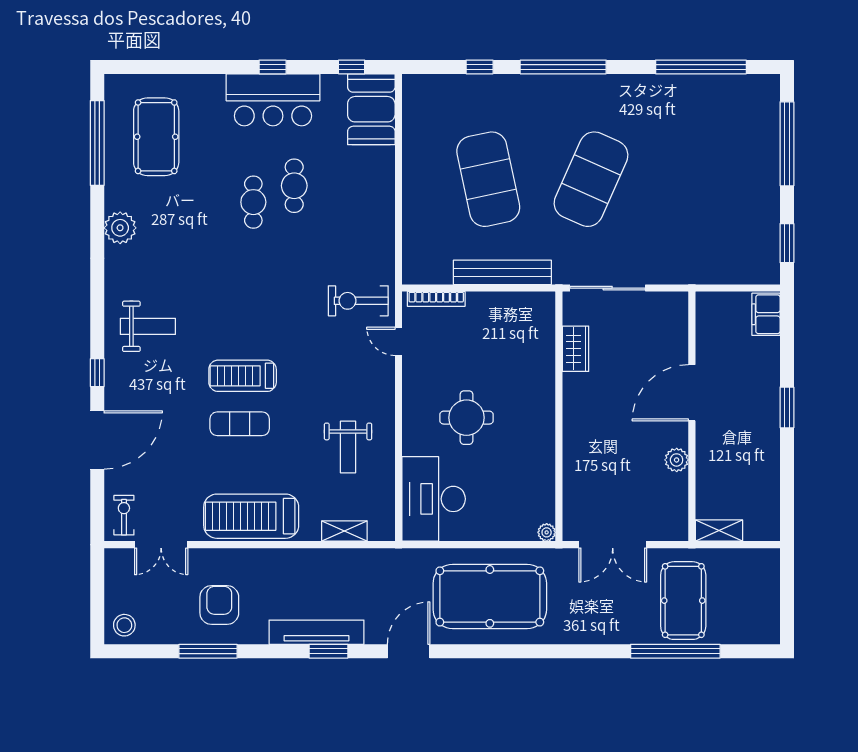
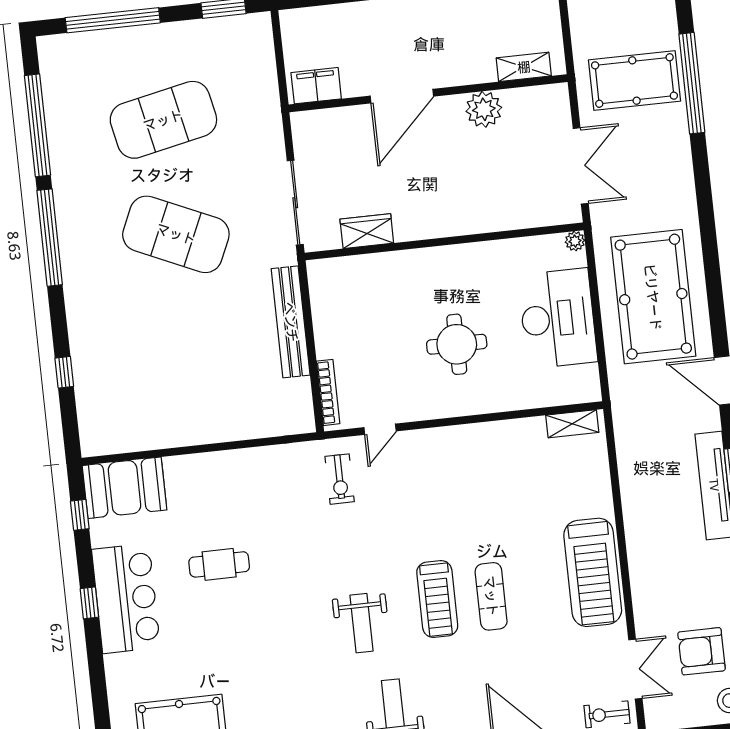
window: (563, 67) -> (50, 238), moved
exercise mat: (488, 179) -> (163, 120), moved
cafe table: (253, 202) -> (242, 608), removed
exercise bike: (358, 301) -> (340, 479), width x0.73, depth x0.72
filing cabinet: (766, 314) -> (316, 86), moved, turned 180
door: (692, 393) -> (402, 96), hinge flipped
weight bench: (348, 447) -> (362, 623), moved, turned 90
plant: (677, 460) -> (484, 109), width x1.36, depth x1.36
desk: (434, 499) -> (558, 318), moved, turned -90
shelving: (344, 531) -> (572, 424), moved, turned 90
shelving: (719, 531) -> (524, 67), moved, turned 90
armchair: (219, 605) -> (702, 651), moved

